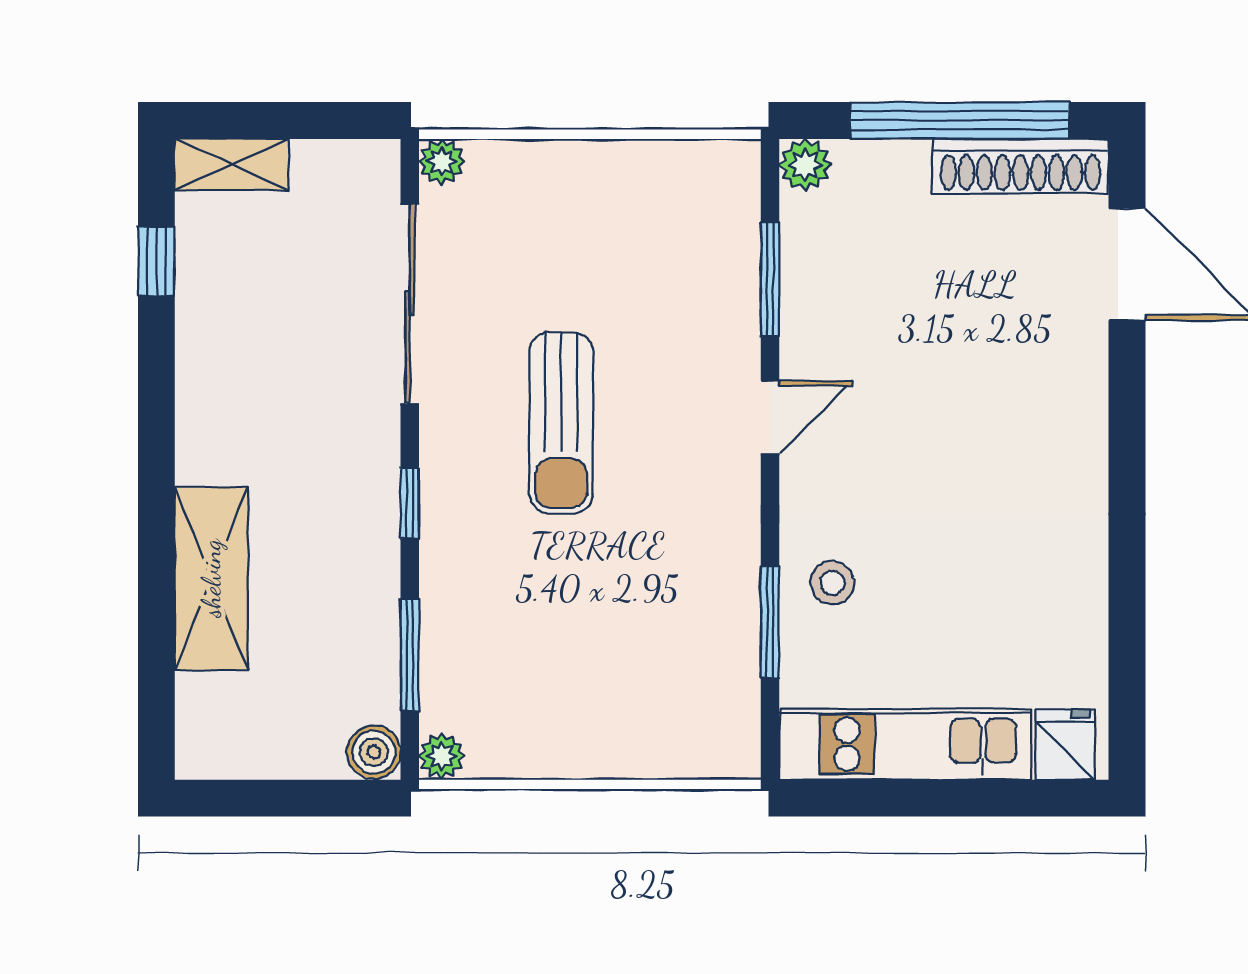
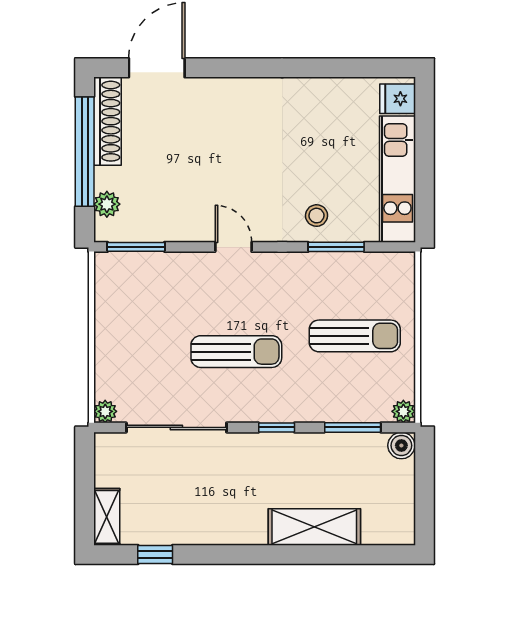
plant: (805, 165) -> (107, 204), moved
window: (770, 279) -> (136, 247), moved
sun lounger: (592, 659) -> (355, 336), added

